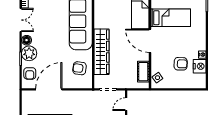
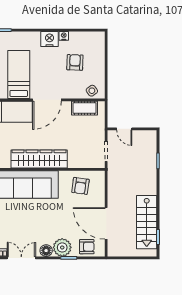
wardrobe: (102, 52) -> (39, 159), moved
nightstand: (200, 66) -> (49, 39), moved

